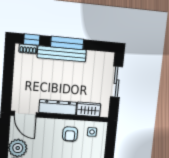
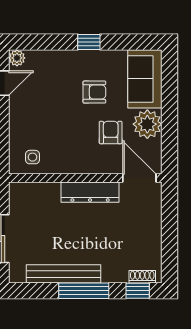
bench: (62, 54) -> (63, 274), moved
wardrobe: (89, 109) -> (41, 192), removed
armchair: (70, 134) -> (111, 132), moved

